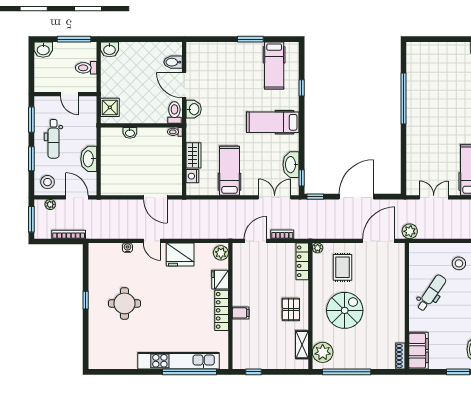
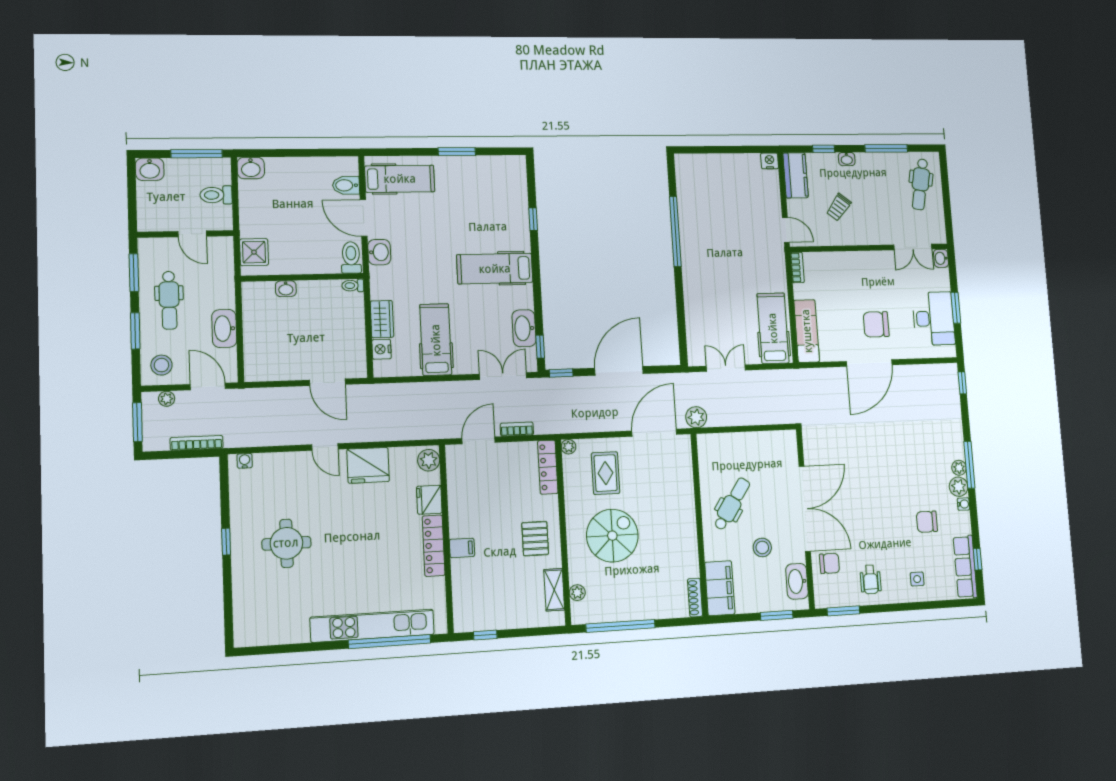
hospital bed: (274, 66) -> (400, 179), moved, turned -90
water cooler: (127, 248) -> (245, 461), moved
stool: (459, 263) -> (762, 547), moved
plant: (323, 352) -> (577, 593), width x0.53, depth x0.53

